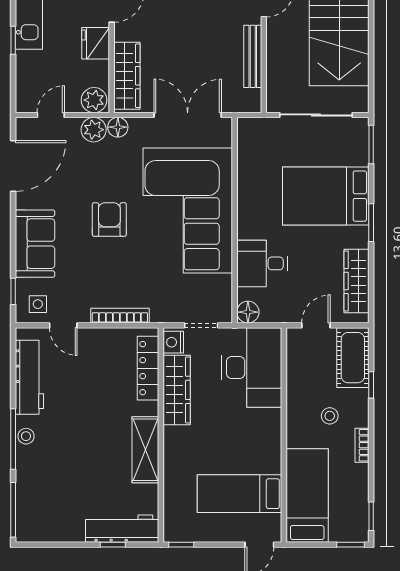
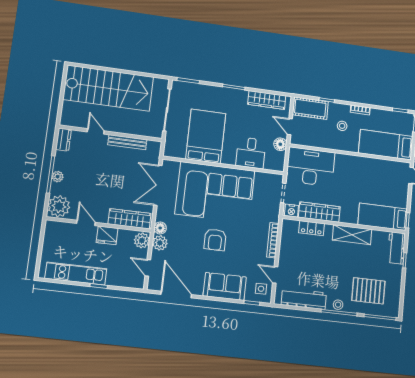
bed: (326, 196) -> (206, 136), moved, turned 180
armchair: (109, 219) -> (215, 240), turned -90
floor lamp: (248, 312) -> (280, 144), moved
door: (63, 325) -> (275, 275), swing flipped
locker: (148, 368) -> (312, 228), width x0.66
pallet: (55, 486) -> (368, 291), added
bed: (240, 494) -> (383, 217), moved, turned 90
workbench: (122, 529) -> (396, 248), width x0.73

